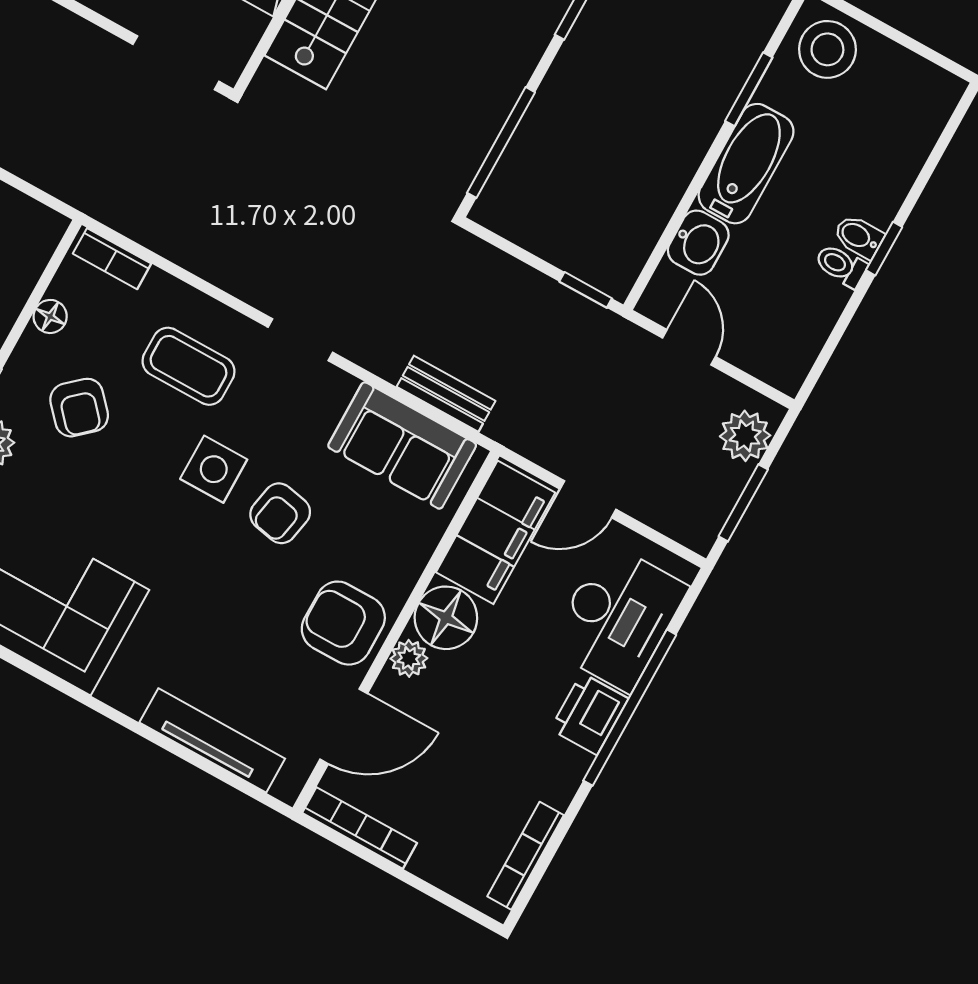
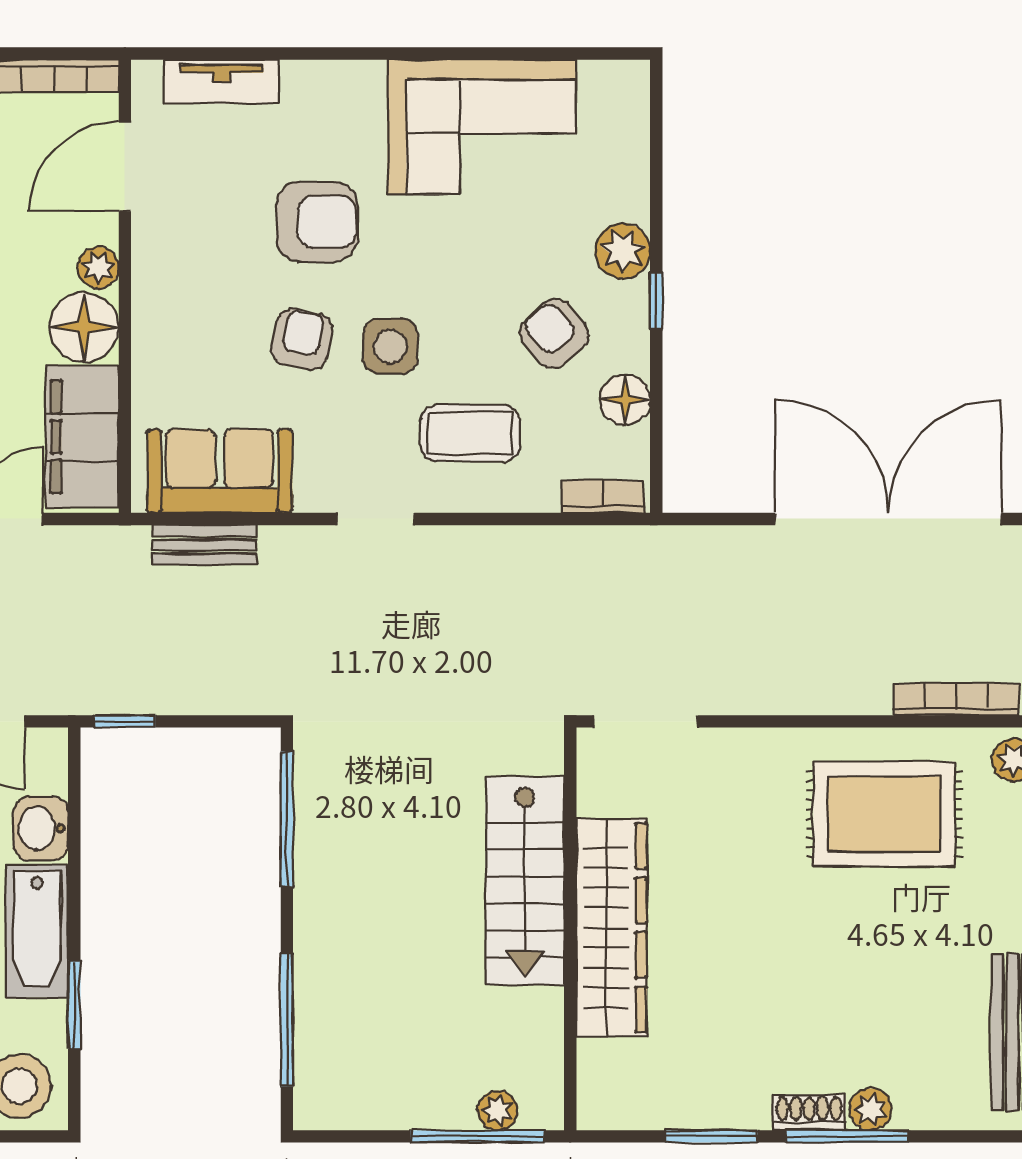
floor lamp: (50, 316) -> (625, 400), width x1.37, depth x1.37
armchair: (343, 623) -> (317, 221), moved
tv unit: (212, 741) -> (222, 81), width x0.71

